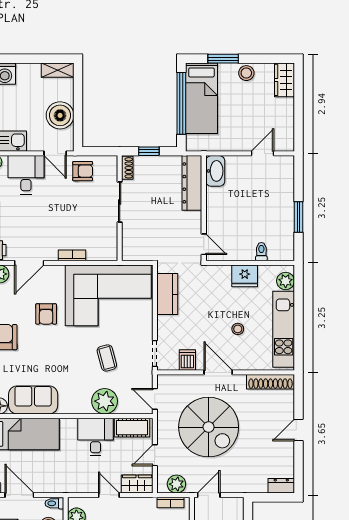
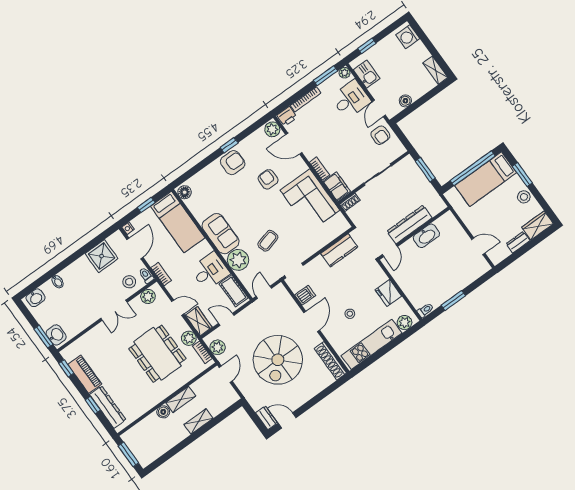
dresser: (287, 111) -> (518, 242), added
boiler: (60, 115) -> (405, 101), width x0.54, depth x0.54
window: (149, 151) -> (425, 170), width x1.50
shoe rack: (127, 168) -> (350, 202), moved
washbasin: (215, 171) -> (426, 236), moved
dresser: (192, 183) -> (409, 225), moved
filing cabinet: (102, 251) -> (337, 186), added
toilet: (261, 252) -> (425, 310), moved
corner sofa: (108, 295) -> (310, 200), width x0.73, depth x0.74
armchair: (46, 314) -> (268, 179), turned 90
sofa: (33, 400) -> (220, 234), moved
spiral stairs: (209, 427) -> (278, 360), moved
door: (299, 430) -> (287, 420), moved
bookcase: (64, 488) -> (161, 274), added
door: (109, 495) -> (178, 308), hinge flipped
door: (209, 495) -> (226, 374), hinge flipped
plant: (147, 506) -> (189, 338), added

